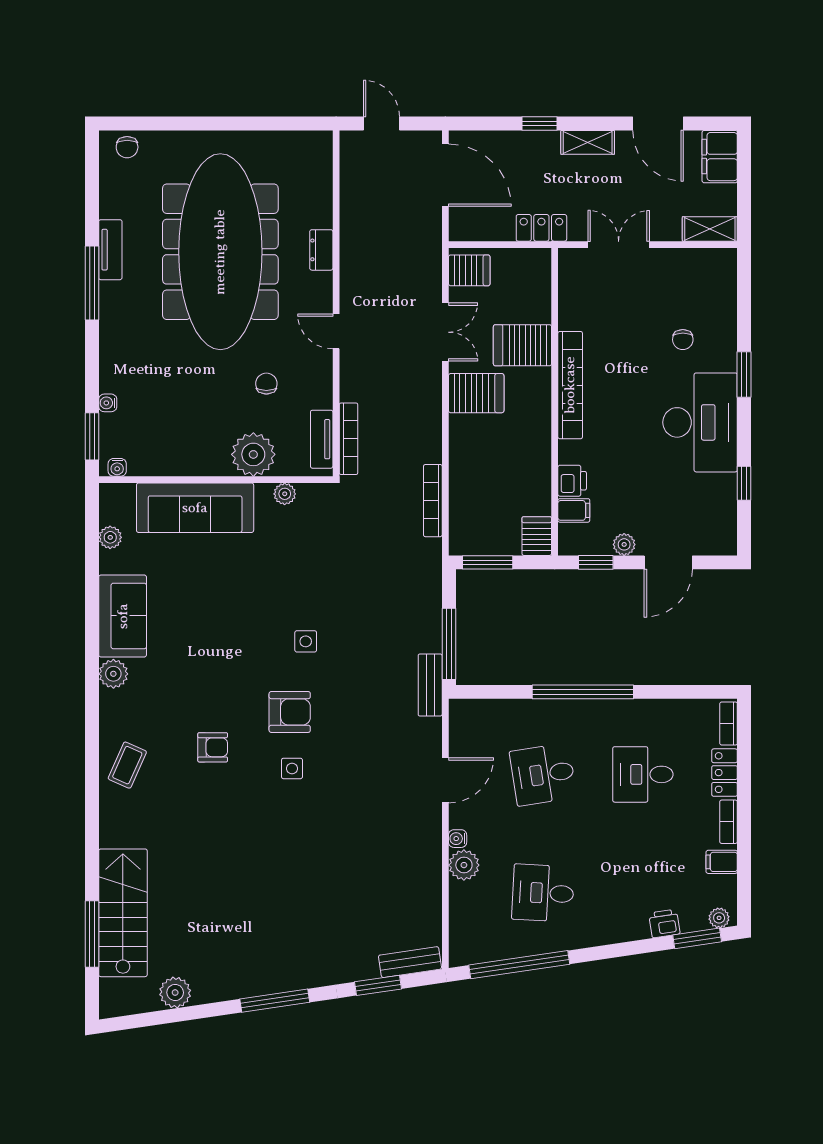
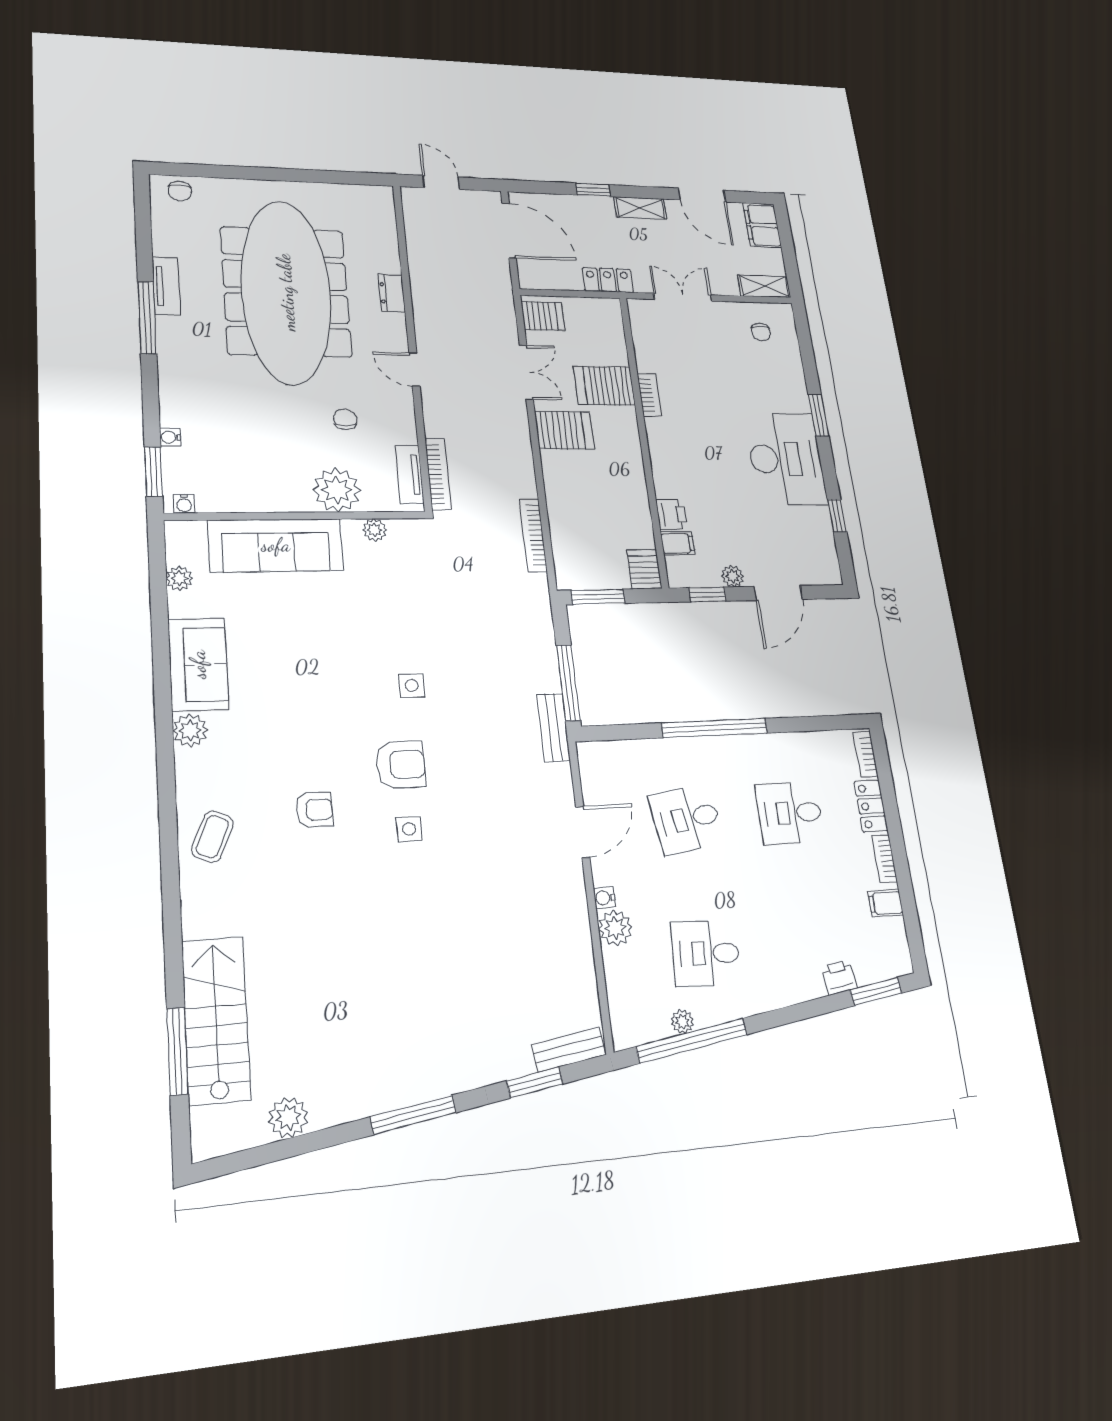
chair: (683, 340) -> (761, 332), moved
bookcase: (570, 385) -> (649, 395), width x0.43, depth x0.76
plant: (719, 918) -> (682, 1022), moved

